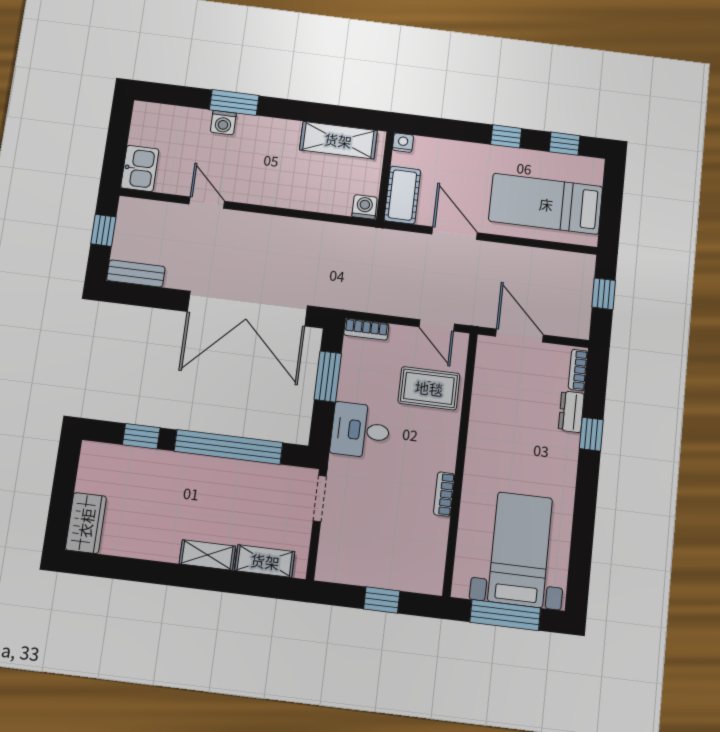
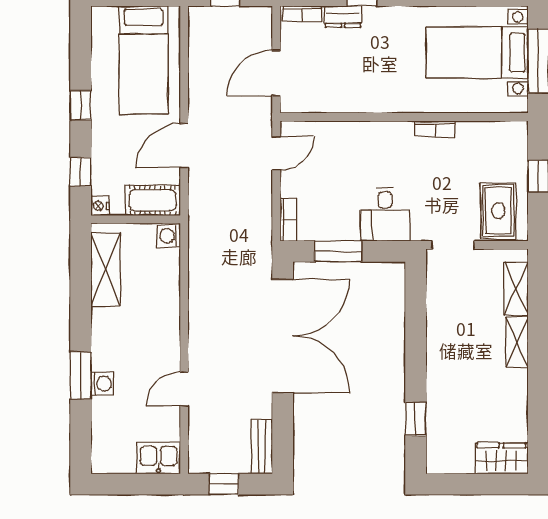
window: (564, 144) -> (81, 172), moved
rug: (429, 388) -> (498, 211), moved
window: (228, 447) -> (416, 336), removed

